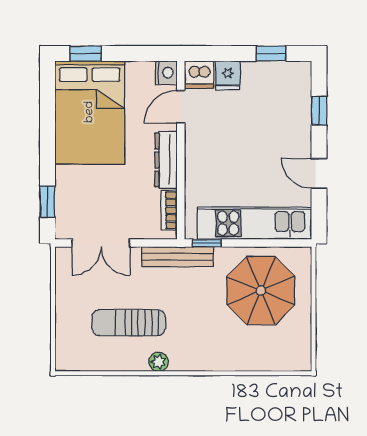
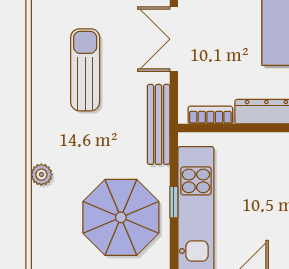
window: (207, 243) -> (174, 202), moved
plant: (159, 362) -> (41, 175), moved

